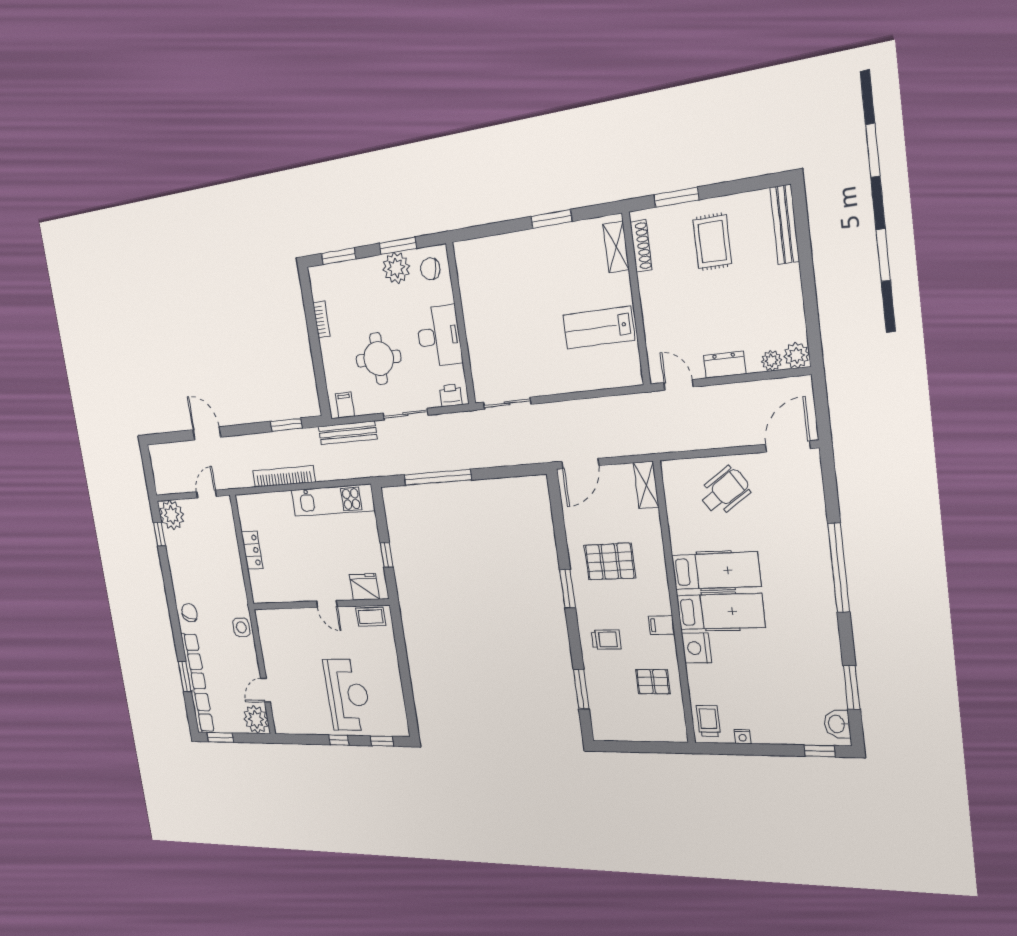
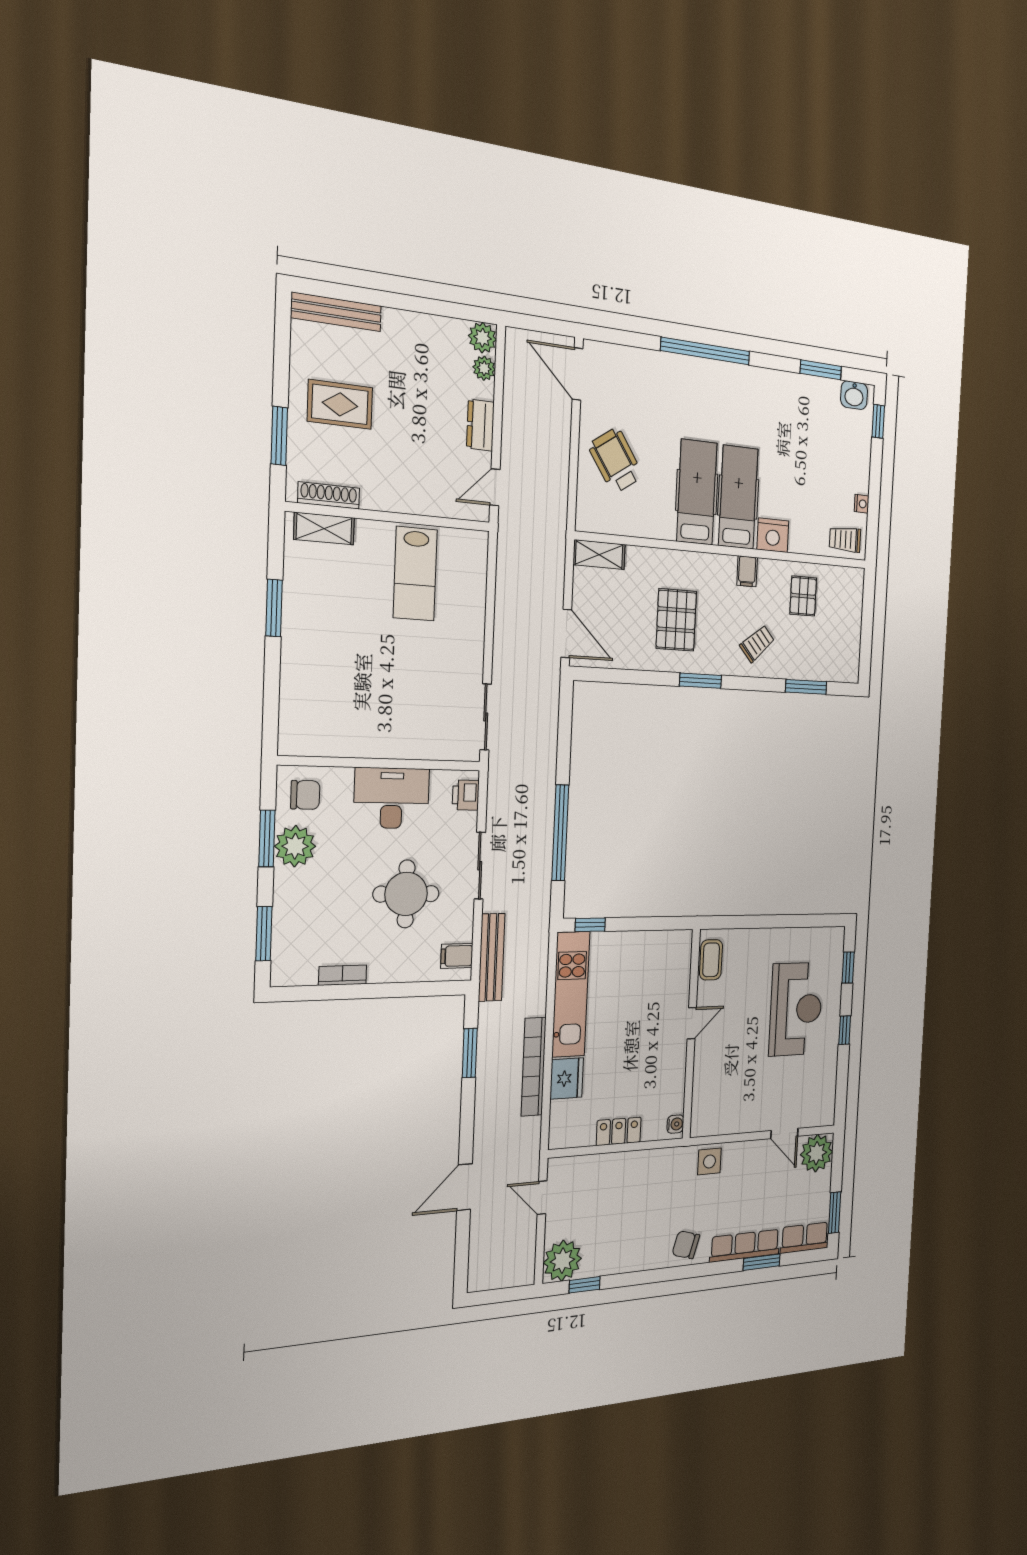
chair: (430, 269) -> (305, 795), turned -102
window: (387, 555) -> (590, 925), moved
fridge: (364, 587) -> (567, 1078), moved, turned 180
water cooler: (261, 597) -> (675, 1124), added
trolley: (606, 640) -> (757, 644), turned 49
reception desk: (347, 695) -> (796, 1009), turned 90

